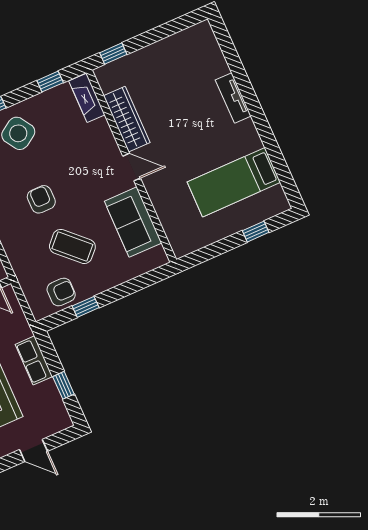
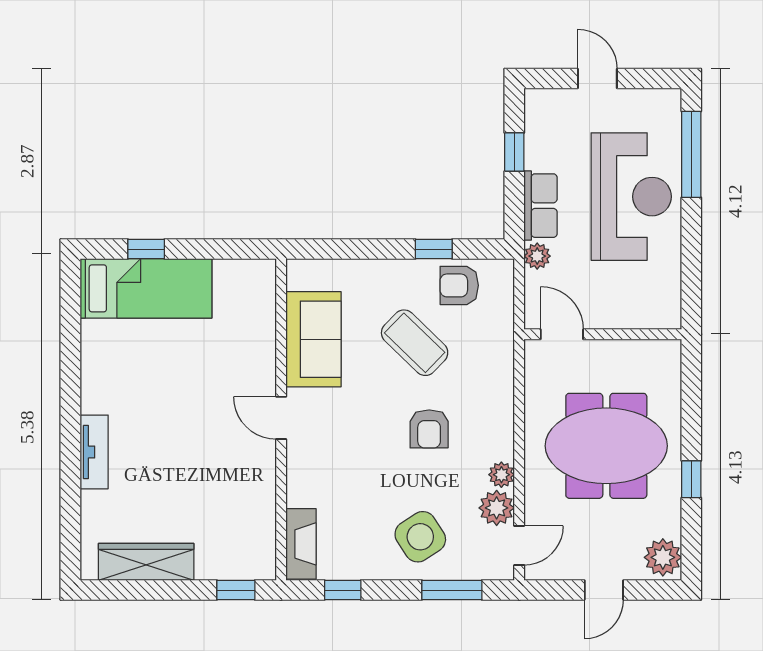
wardrobe: (127, 119) -> (146, 562), moved, turned 90
bed: (234, 182) -> (146, 288), moved
plant: (23, 330) -> (537, 256), added

